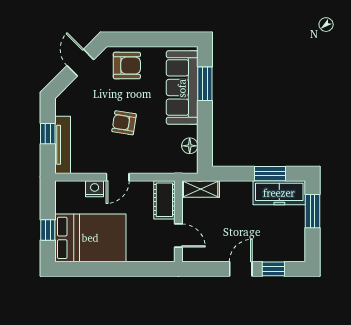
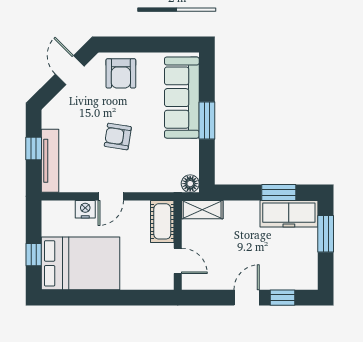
armchair: (127, 66) -> (121, 73), turned 90
window: (205, 84) -> (207, 121), moved
floor lamp: (190, 146) -> (190, 184), moved

